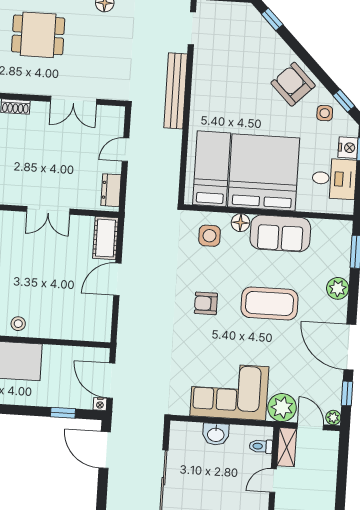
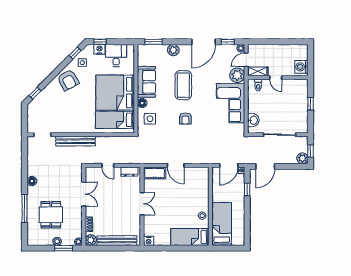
armchair: (293, 84) -> (68, 80), turned -73
washbasin: (216, 434) -> (253, 120), moved

